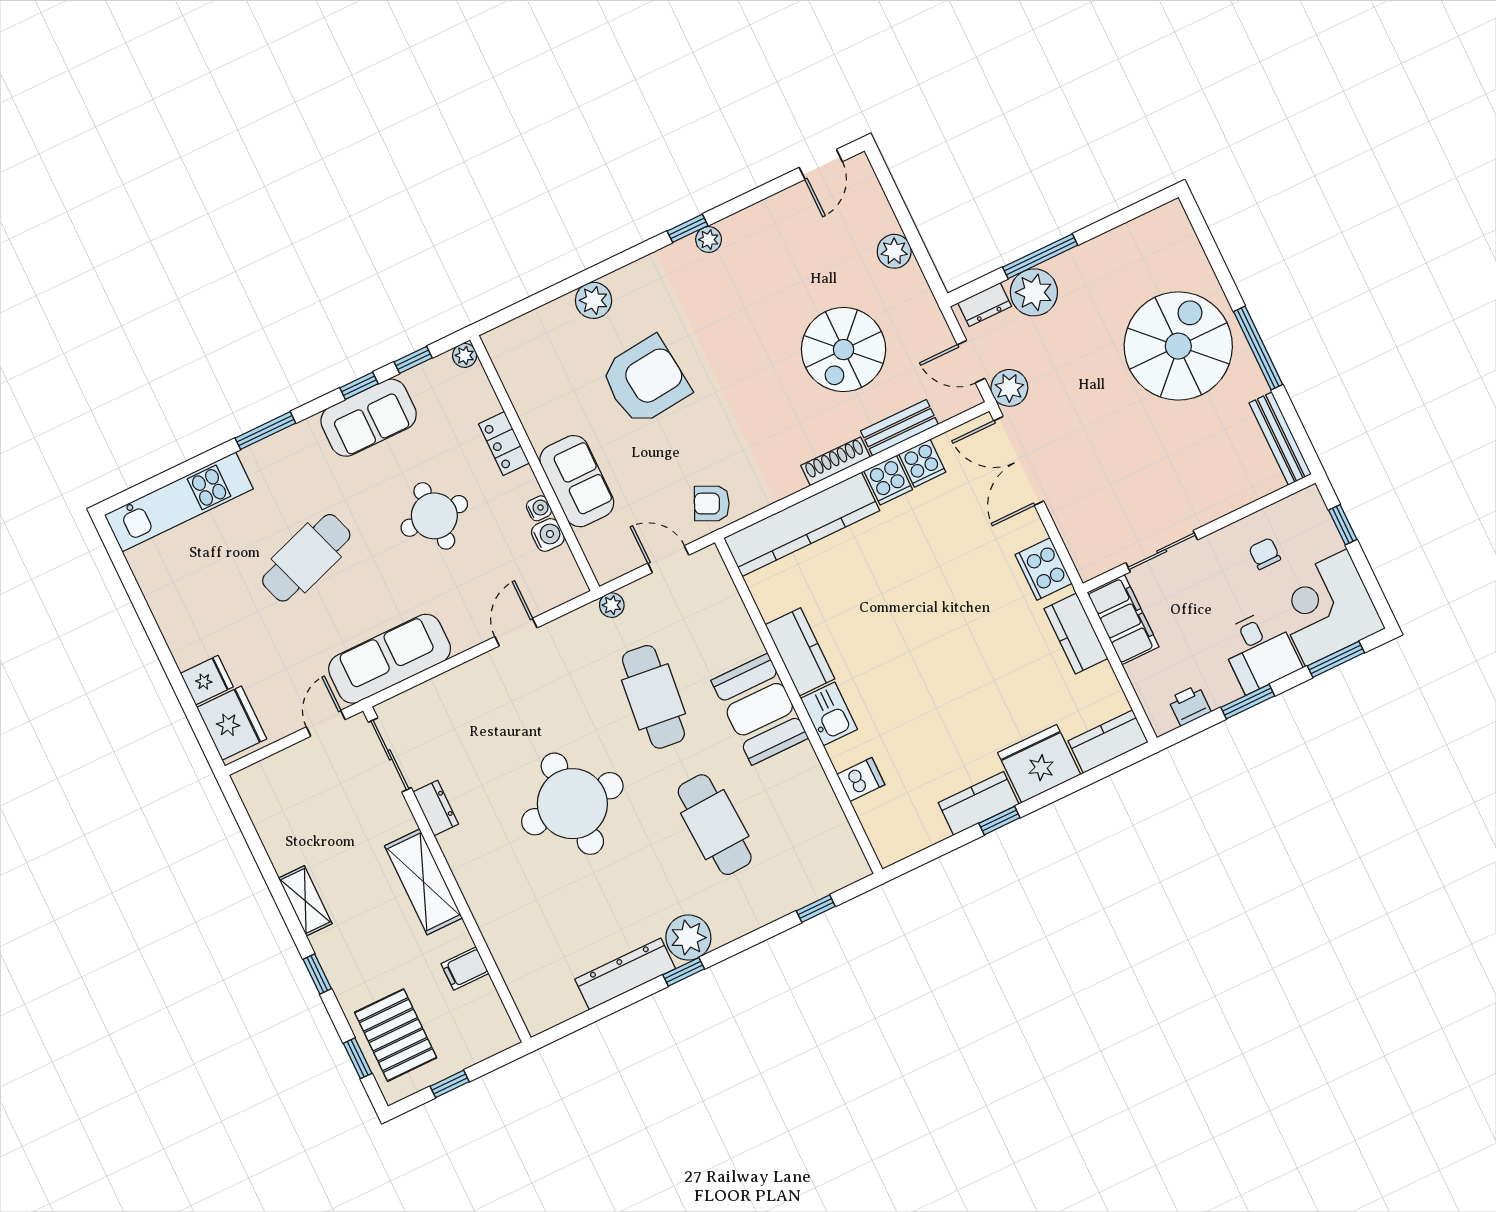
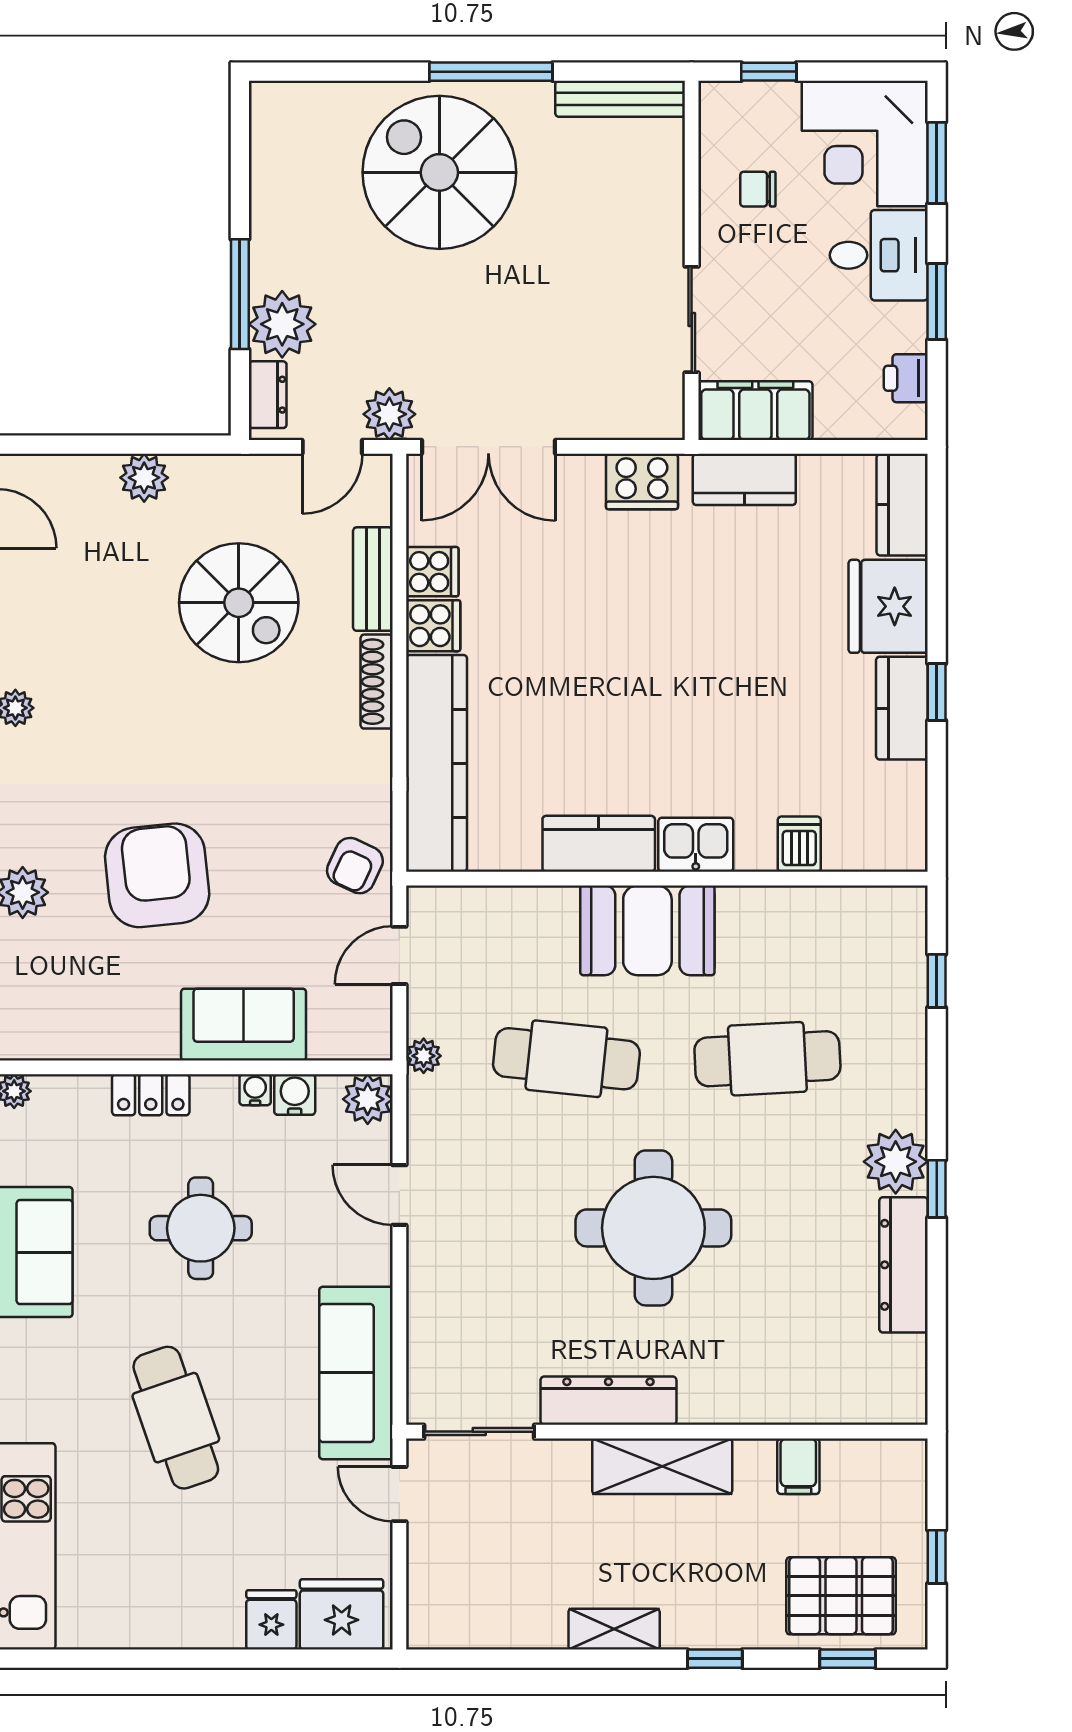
plant: (567, 583) -> (368, 1099), added
dresser: (436, 808) -> (608, 1401), width x1.96, depth x1.24

